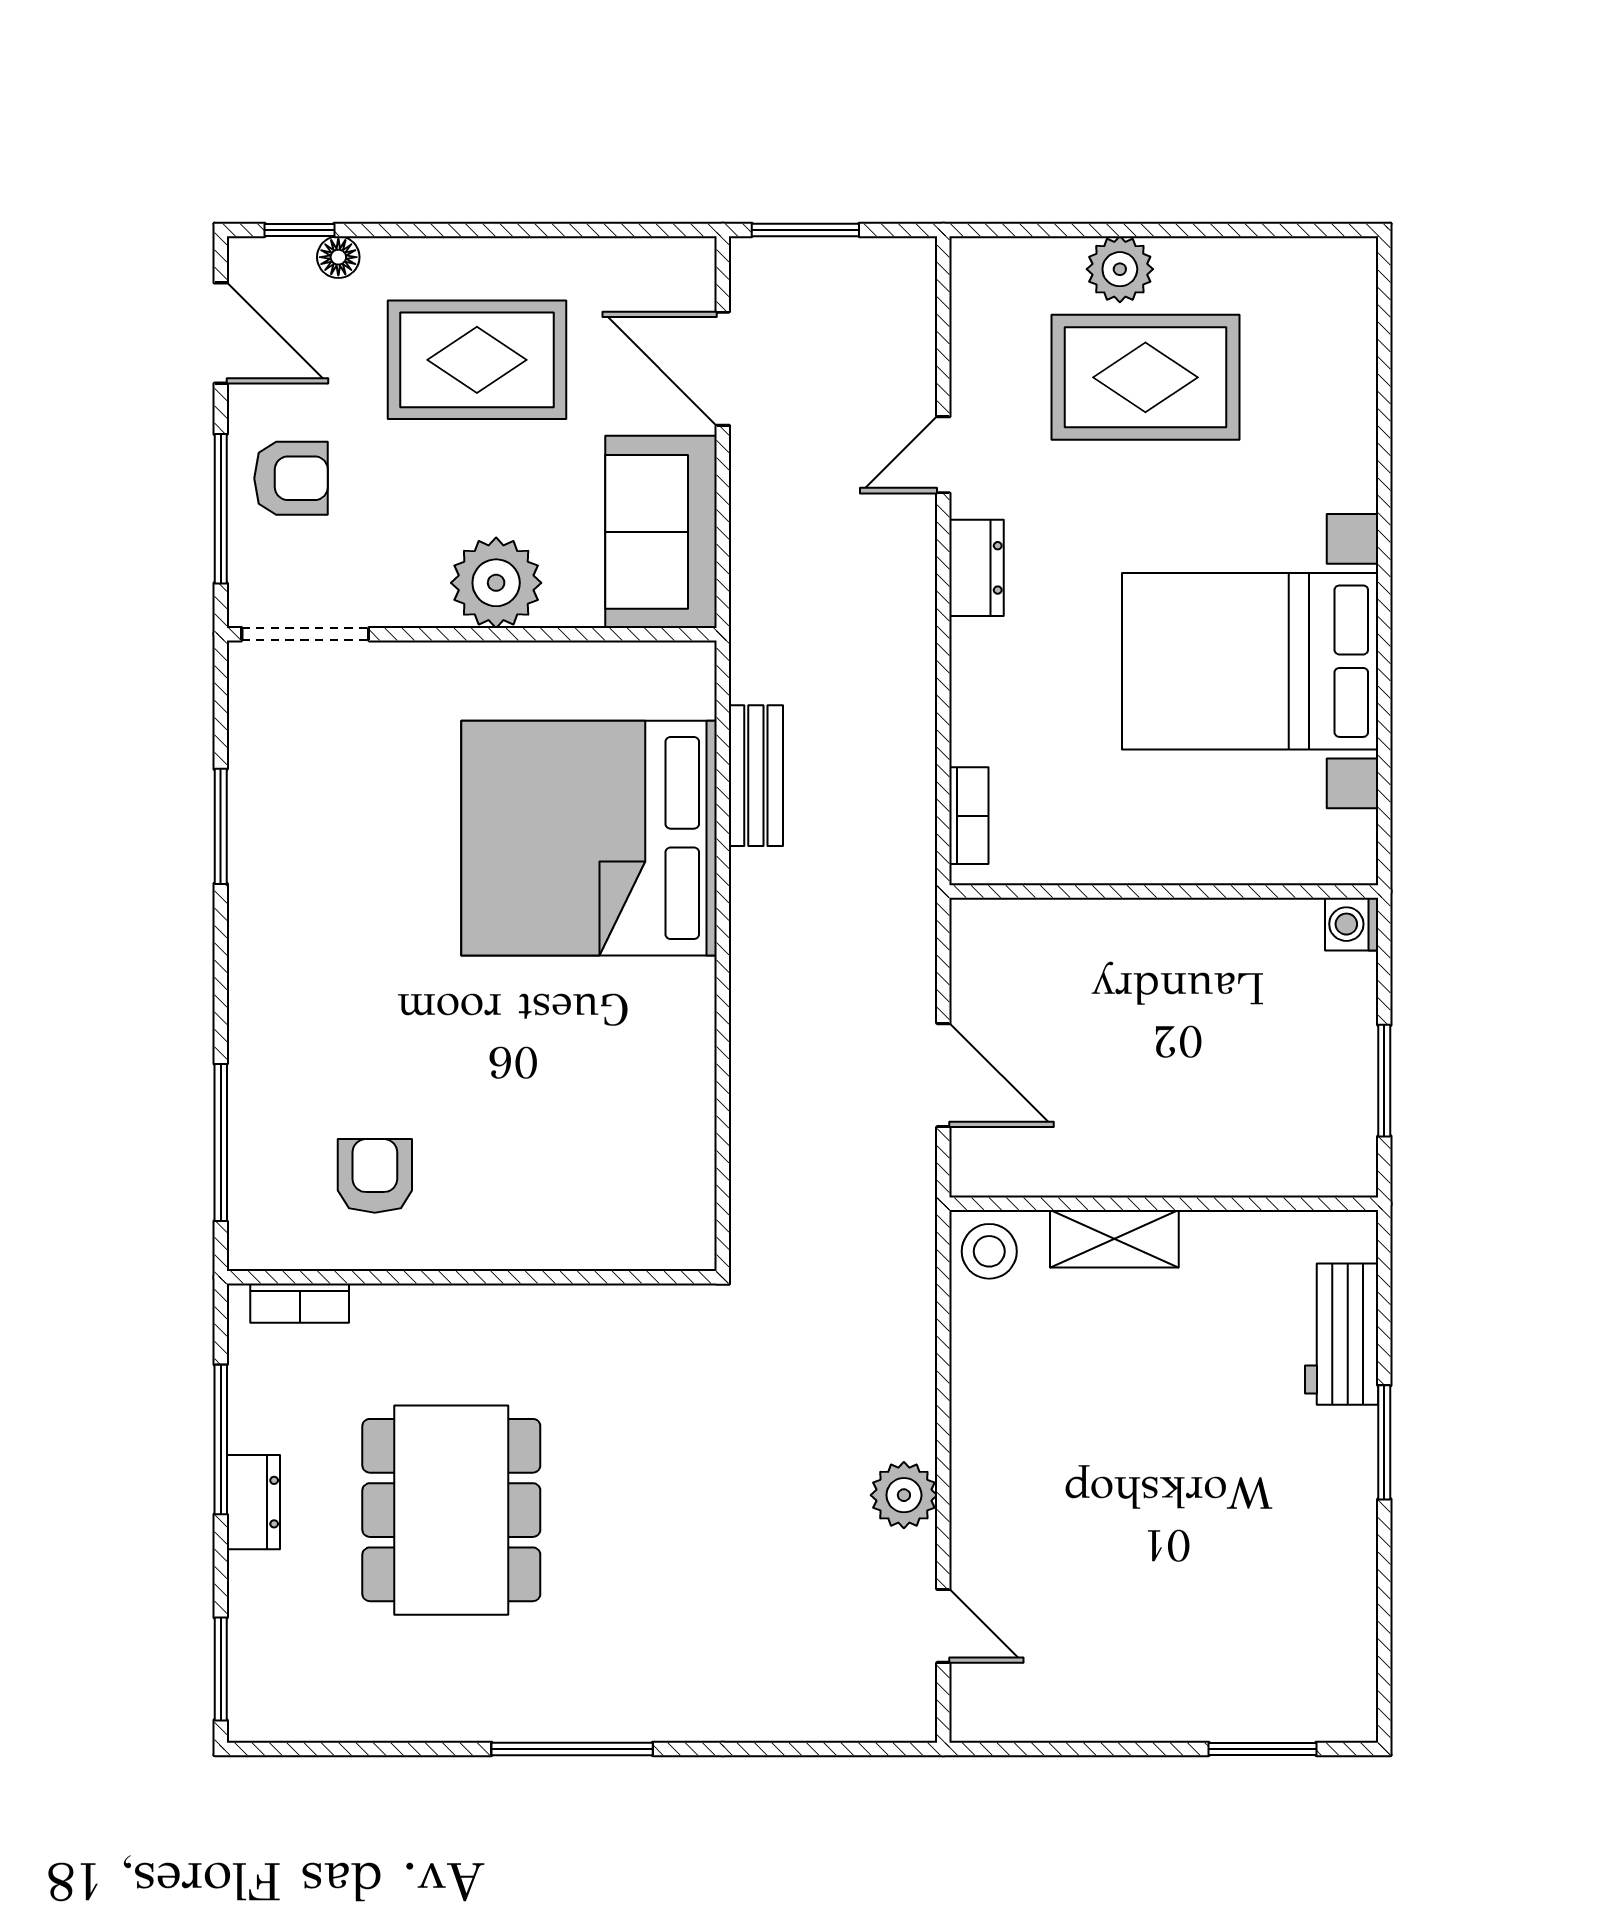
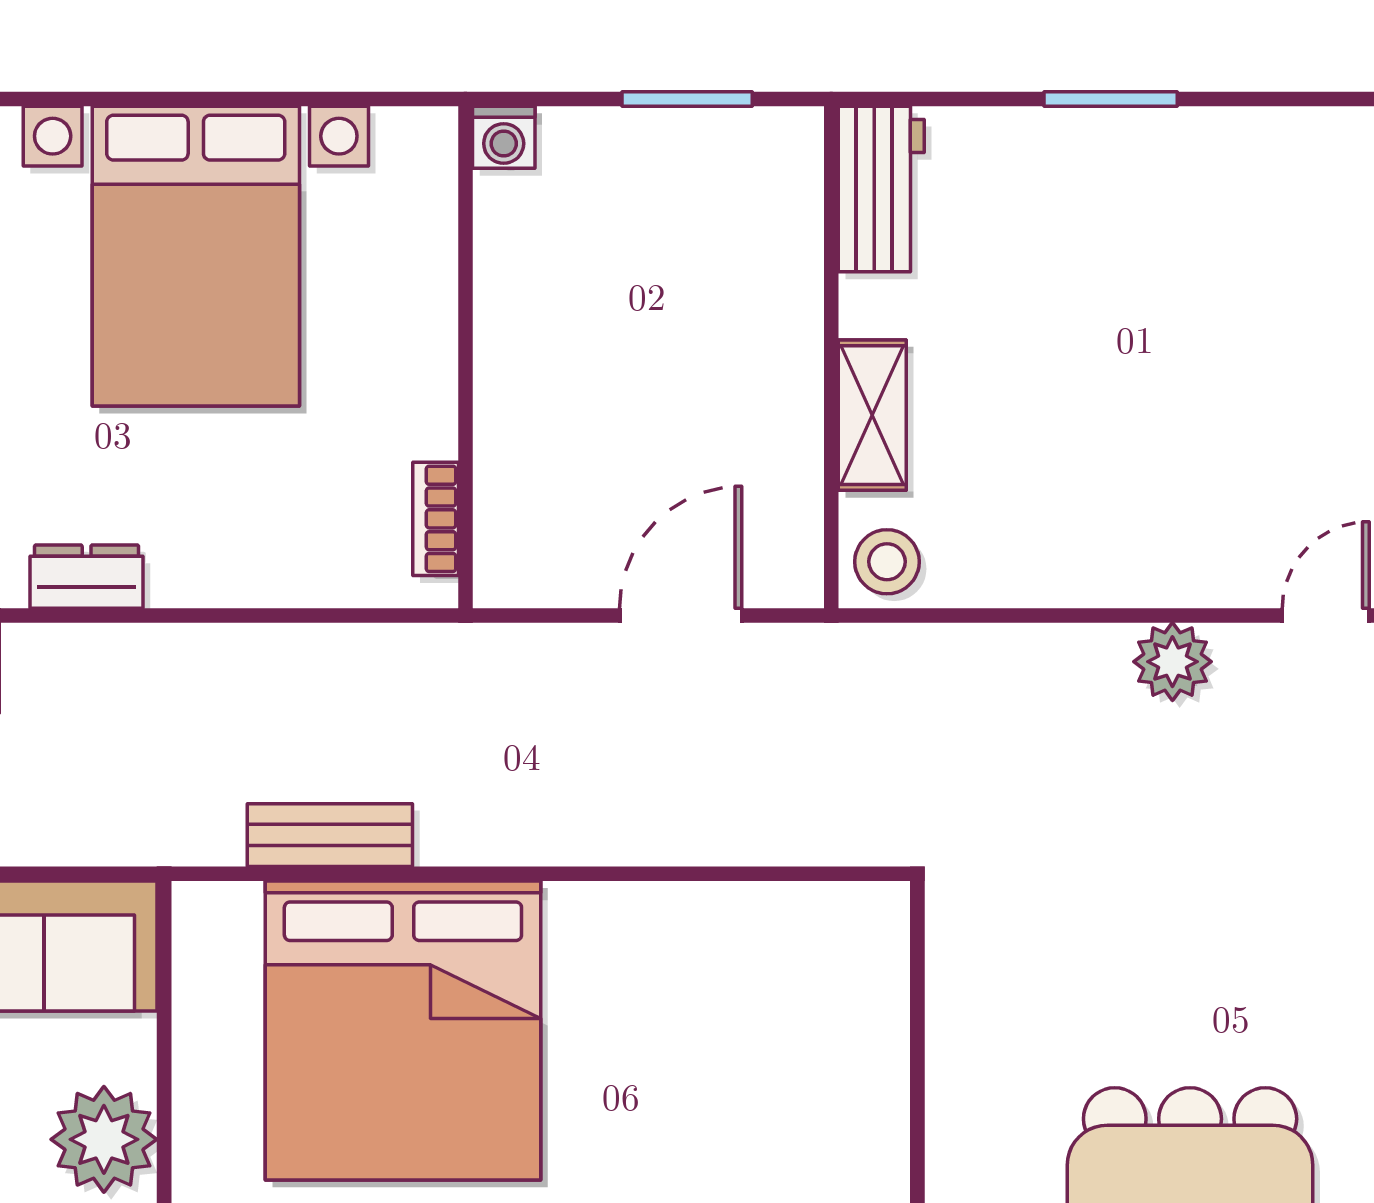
bookcase: (969, 816) -> (436, 519), moved, turned -90
workbench: (1342, 1334) -> (881, 189), moved, turned -90

